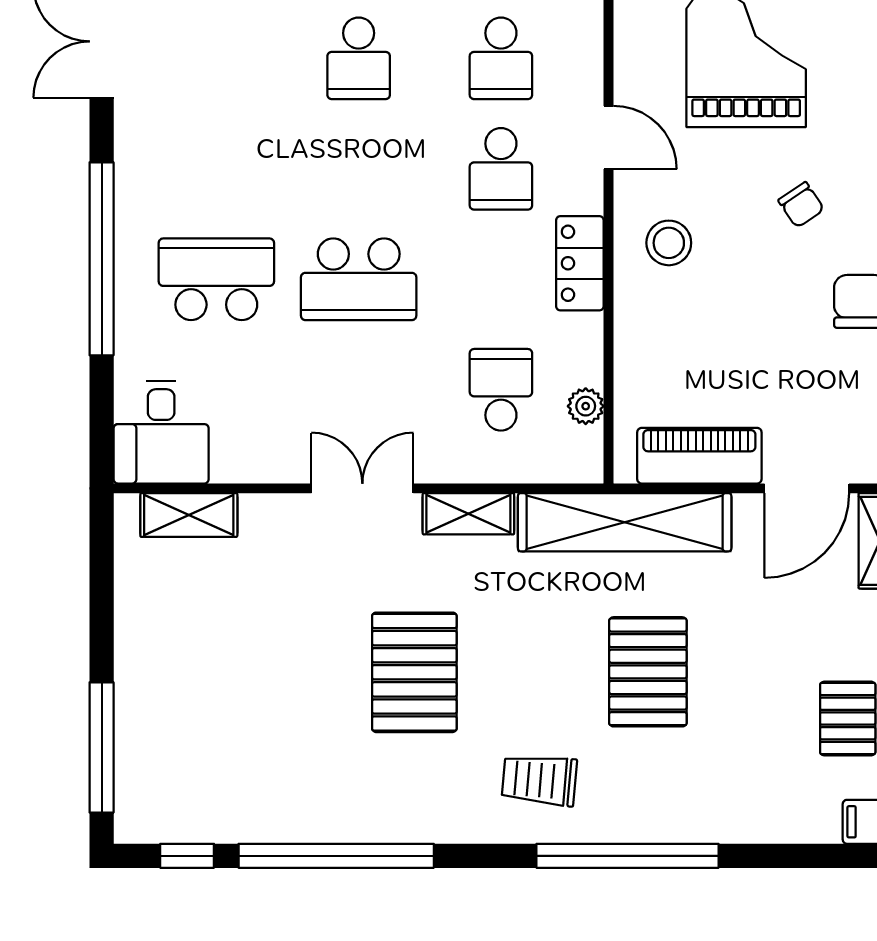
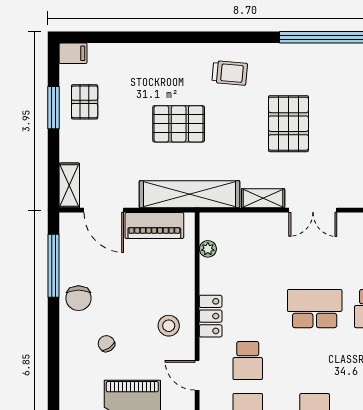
school desk: (501, 169) -> (248, 361), turned 180
school desk: (501, 390) -> (248, 257), removed
door: (807, 488) -> (104, 210), swing flipped
pallet: (648, 672) -> (179, 124), turned 90
window: (628, 856) -> (188, 37), removed

